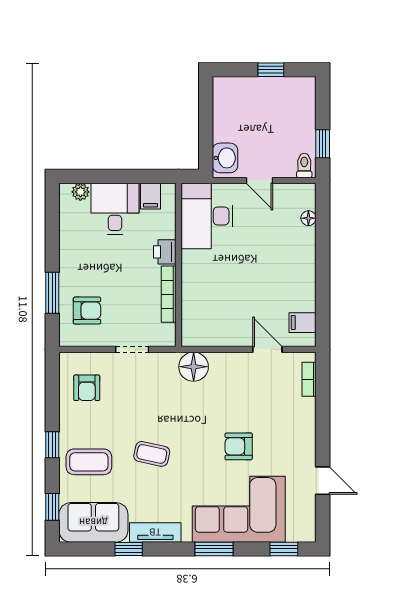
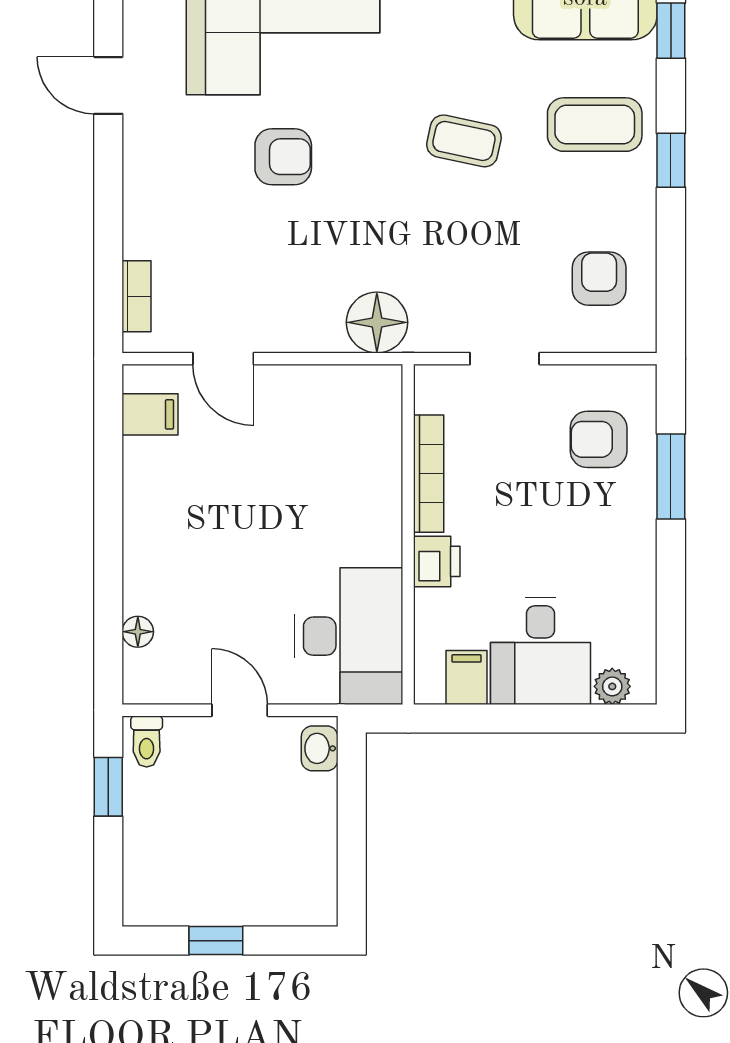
washbasin: (225, 158) -> (320, 748), width x0.72, depth x0.69

